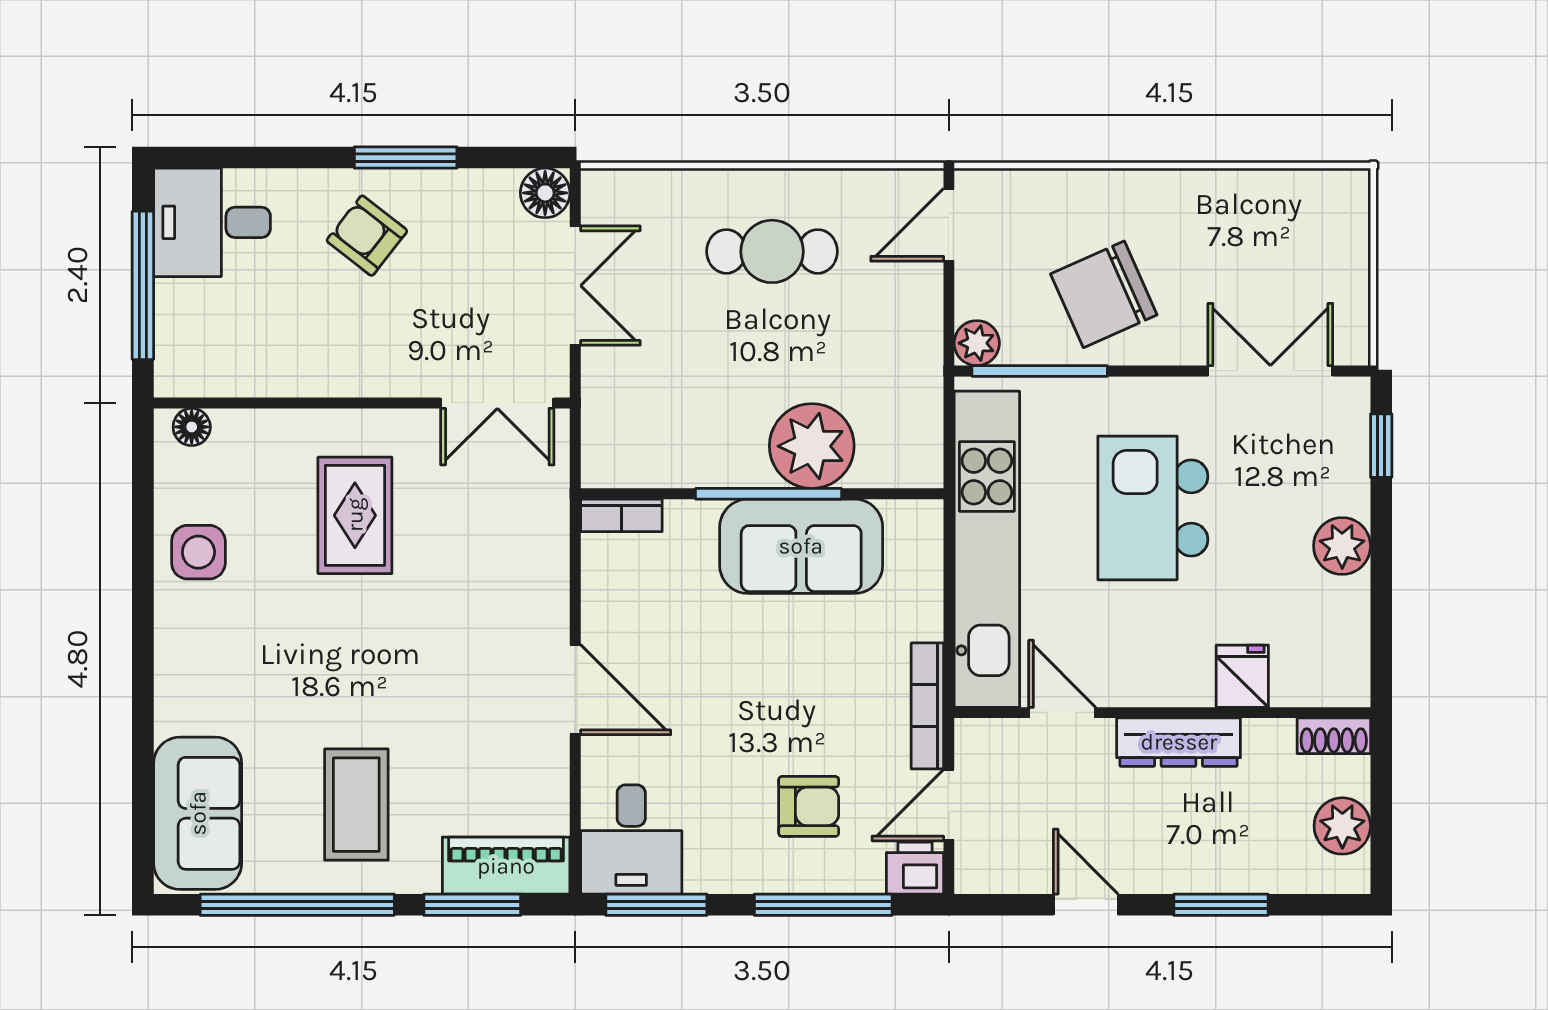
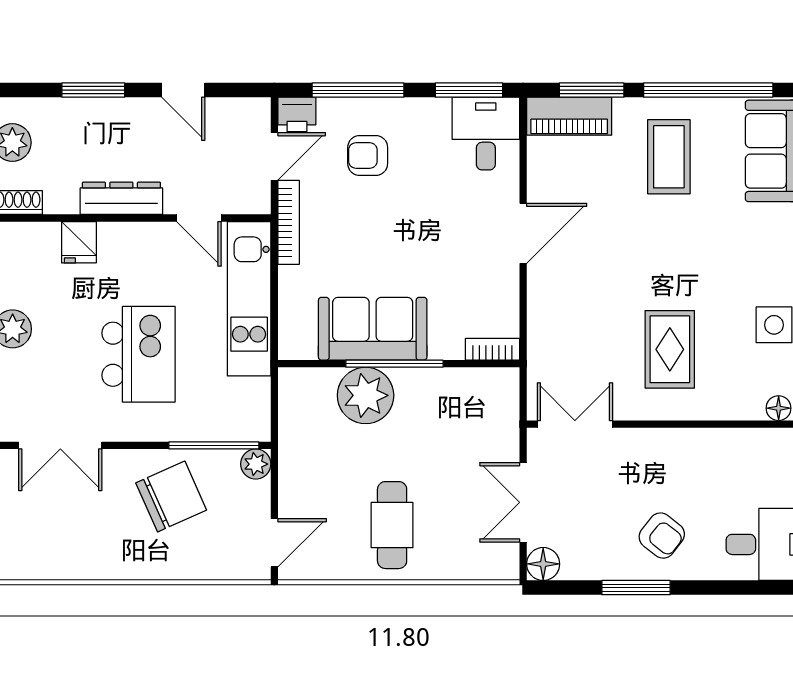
cafe table: (772, 251) -> (392, 525), turned 90
kitchen unit: (987, 549) -> (249, 299), width x0.73
door: (575, 690) -> (523, 233), swing flipped

